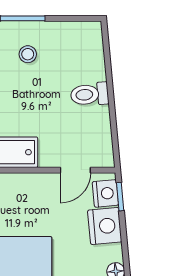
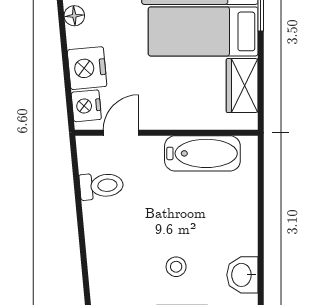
toilet: (90, 94) -> (101, 186), moved
window: (120, 197) -> (69, 102), removed

